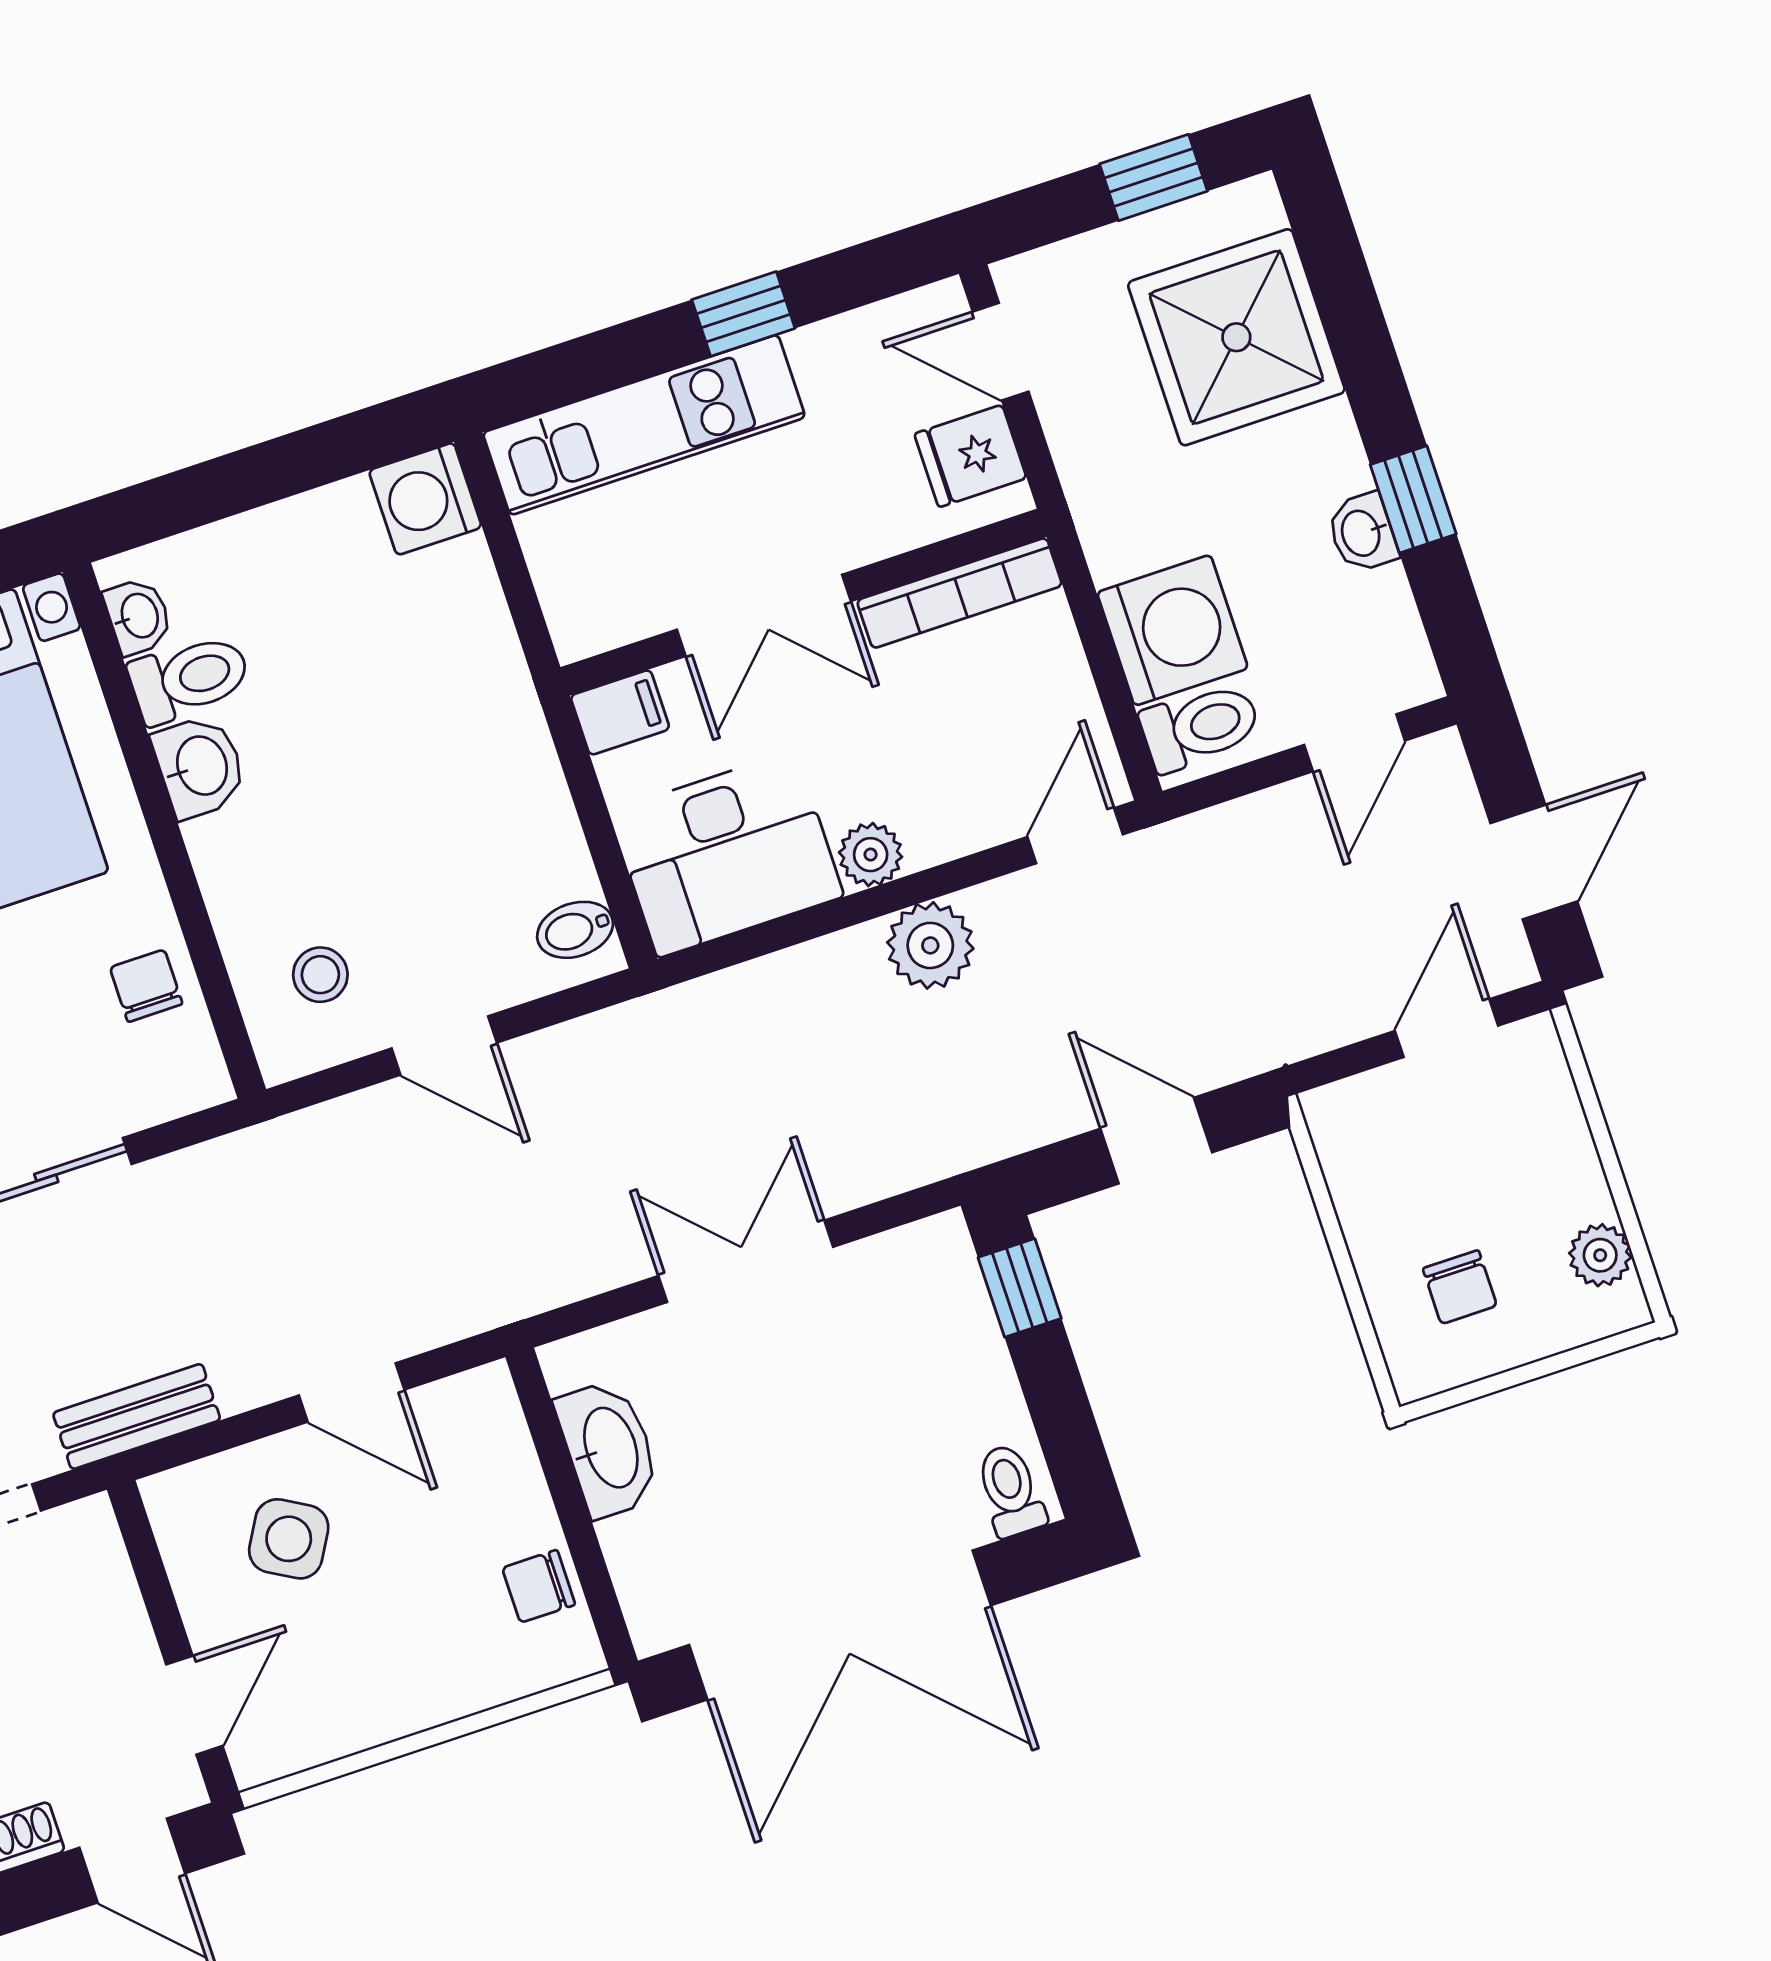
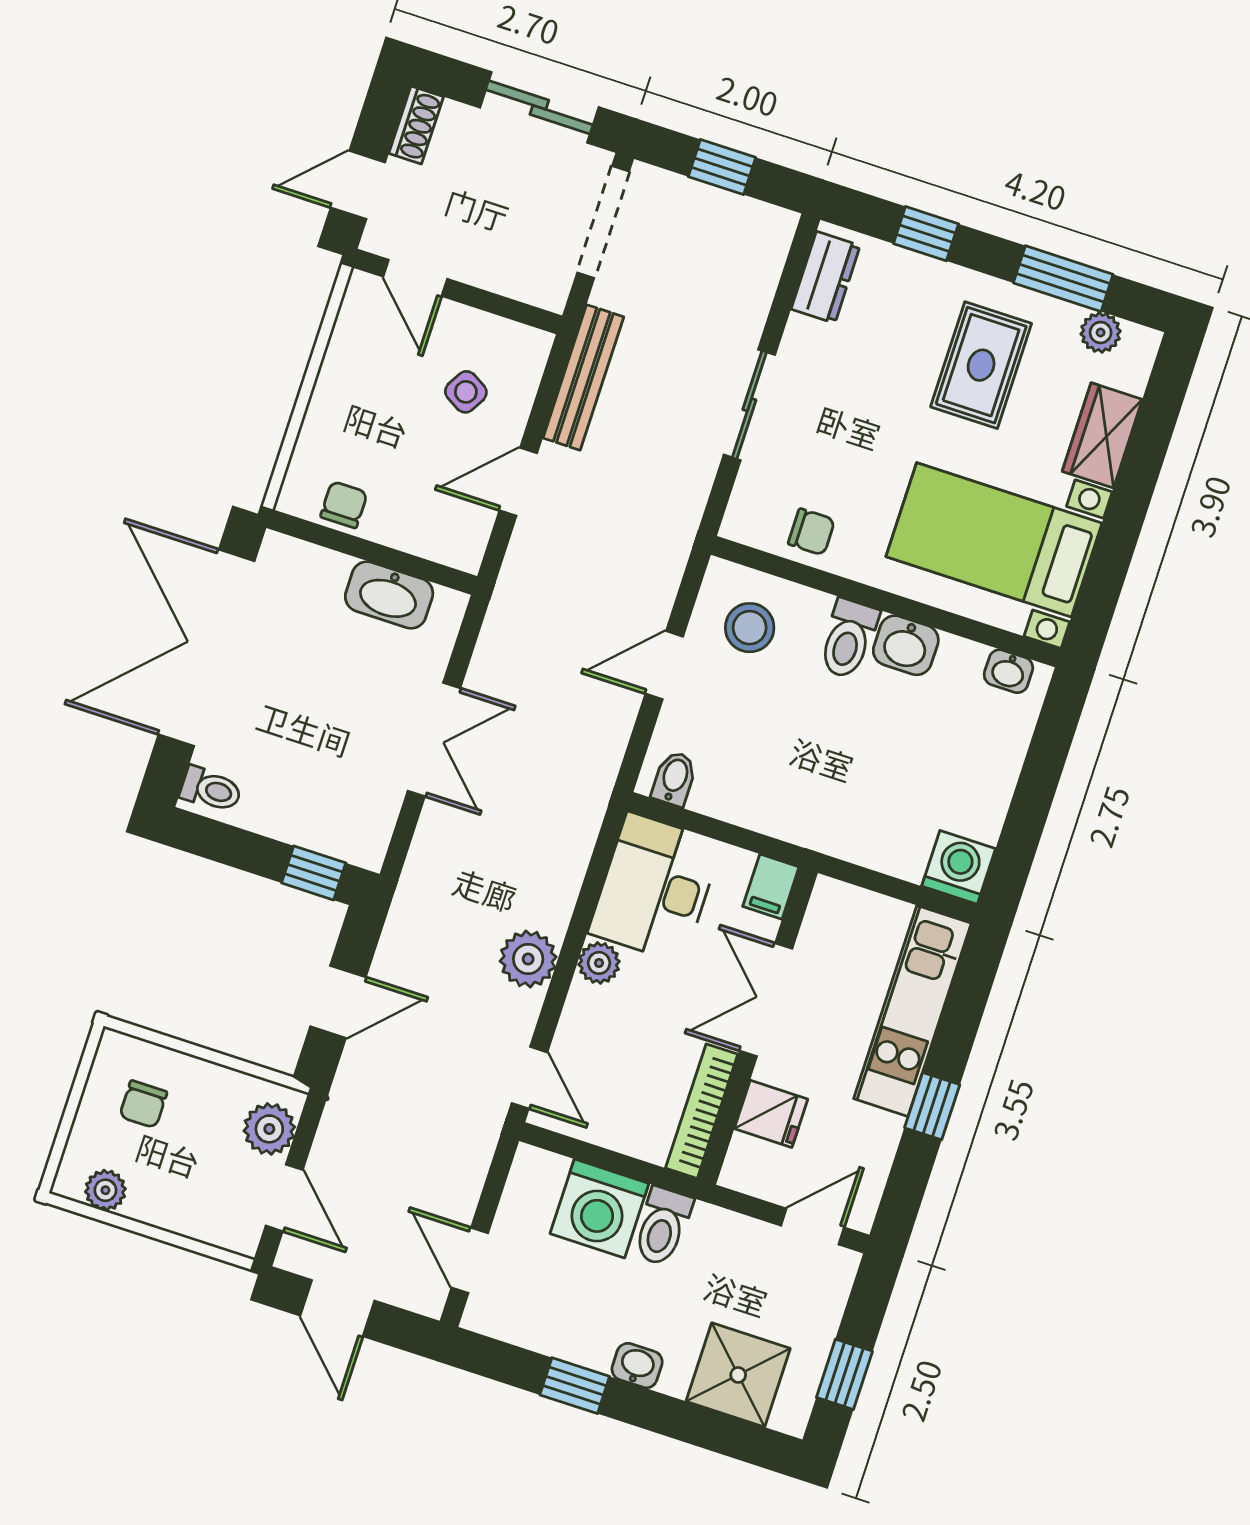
shower: (1236, 337) -> (738, 1375), width x0.73, depth x0.73
fridge: (970, 456) -> (771, 1114), moved, turned 90
washbasin: (1362, 533) -> (637, 1366), moved
toilet: (190, 678) -> (848, 639), moved
toilet: (1200, 727) -> (663, 1226), moved
stool: (320, 975) -> (750, 628), width x1.37, depth x1.37
plant: (1375, 1109) -> (269, 1129), added
chair: (1460, 1287) -> (143, 1104), turned -90
bench: (137, 1416) -> (583, 377), width x1.36
side table: (289, 1539) -> (466, 392), width x0.73, depth x0.73

